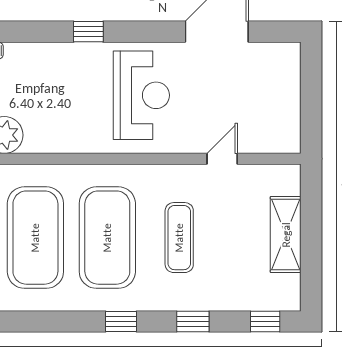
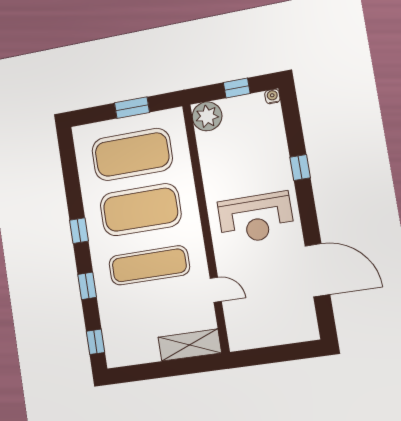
shelving: (286, 235) -> (190, 345), moved
exercise mat: (179, 238) -> (149, 265), width x1.36, depth x1.45

